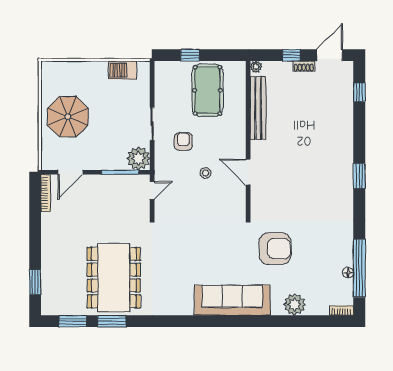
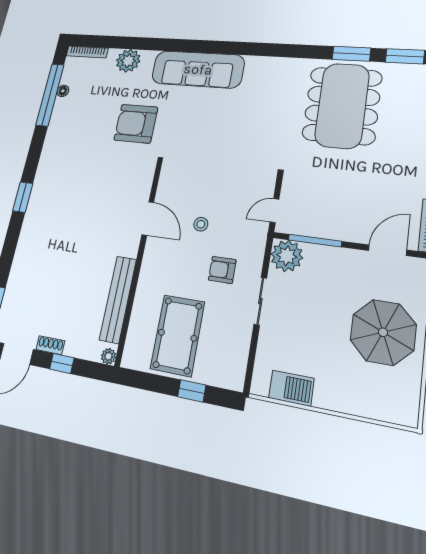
armchair: (183, 142) -> (222, 270), turned 90
bookcase: (341, 311) -> (87, 52), width x1.56

